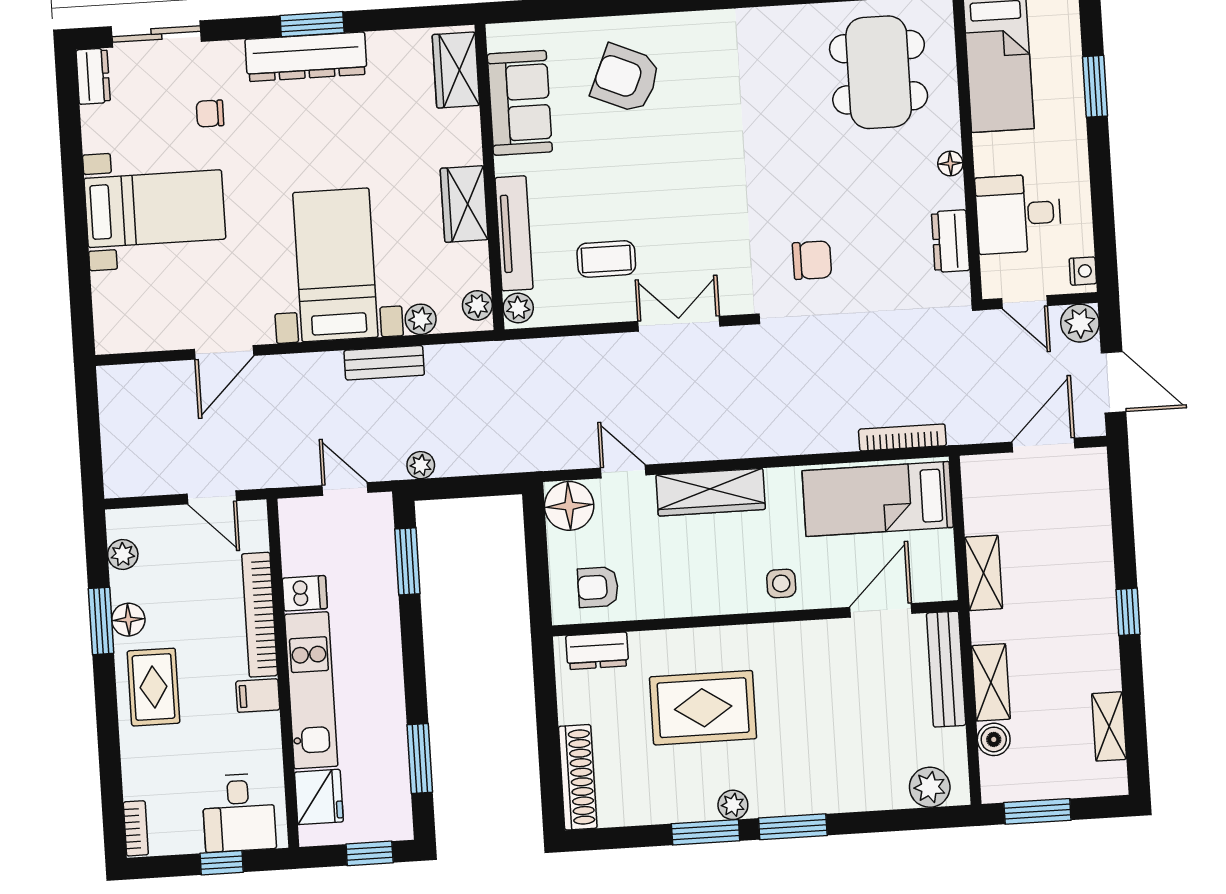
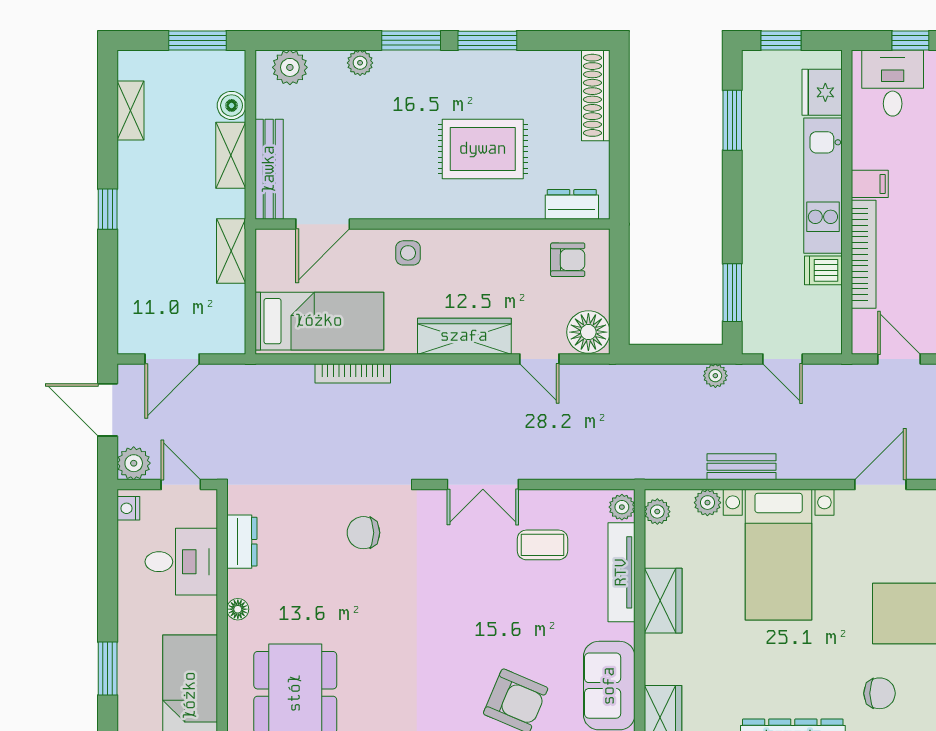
chair: (210, 114) -> (879, 693), width x1.37, depth x1.37
bookcase: (902, 437) -> (353, 373), moved
plant: (733, 805) -> (360, 63), moved

